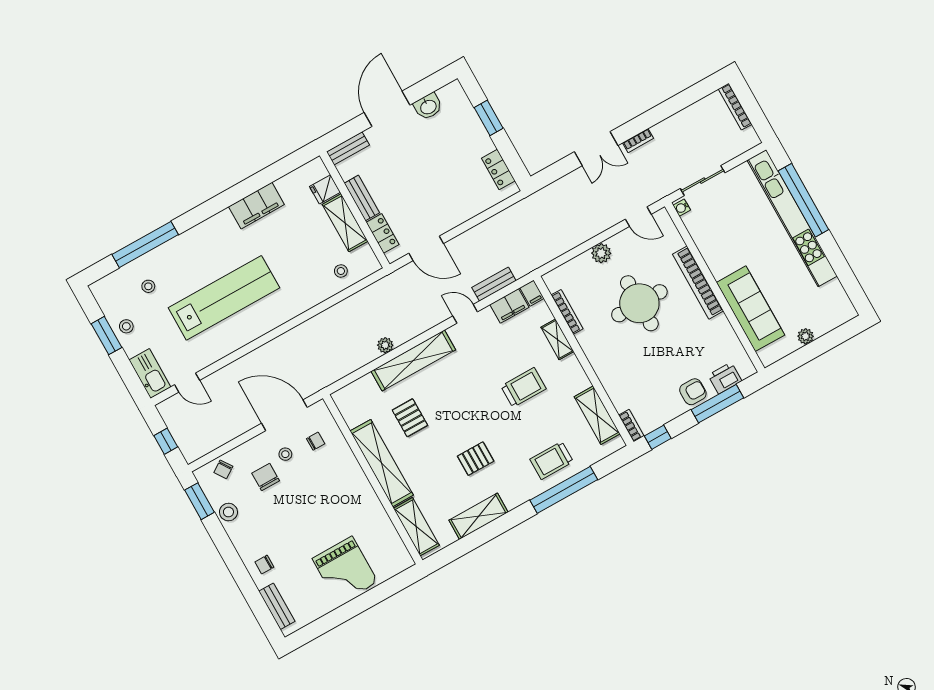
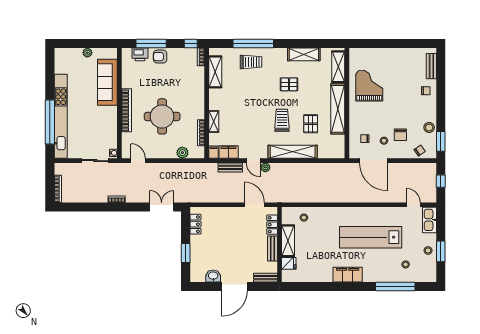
double door: (596, 149) -> (162, 207), moved
filing cabinet: (256, 206) -> (348, 275), moved
plant: (601, 253) -> (182, 153), moved
plant: (385, 345) -> (265, 167), moved
trolley: (523, 388) -> (282, 120), moved, turned 90
grand piano: (345, 570) -> (369, 86), moved

